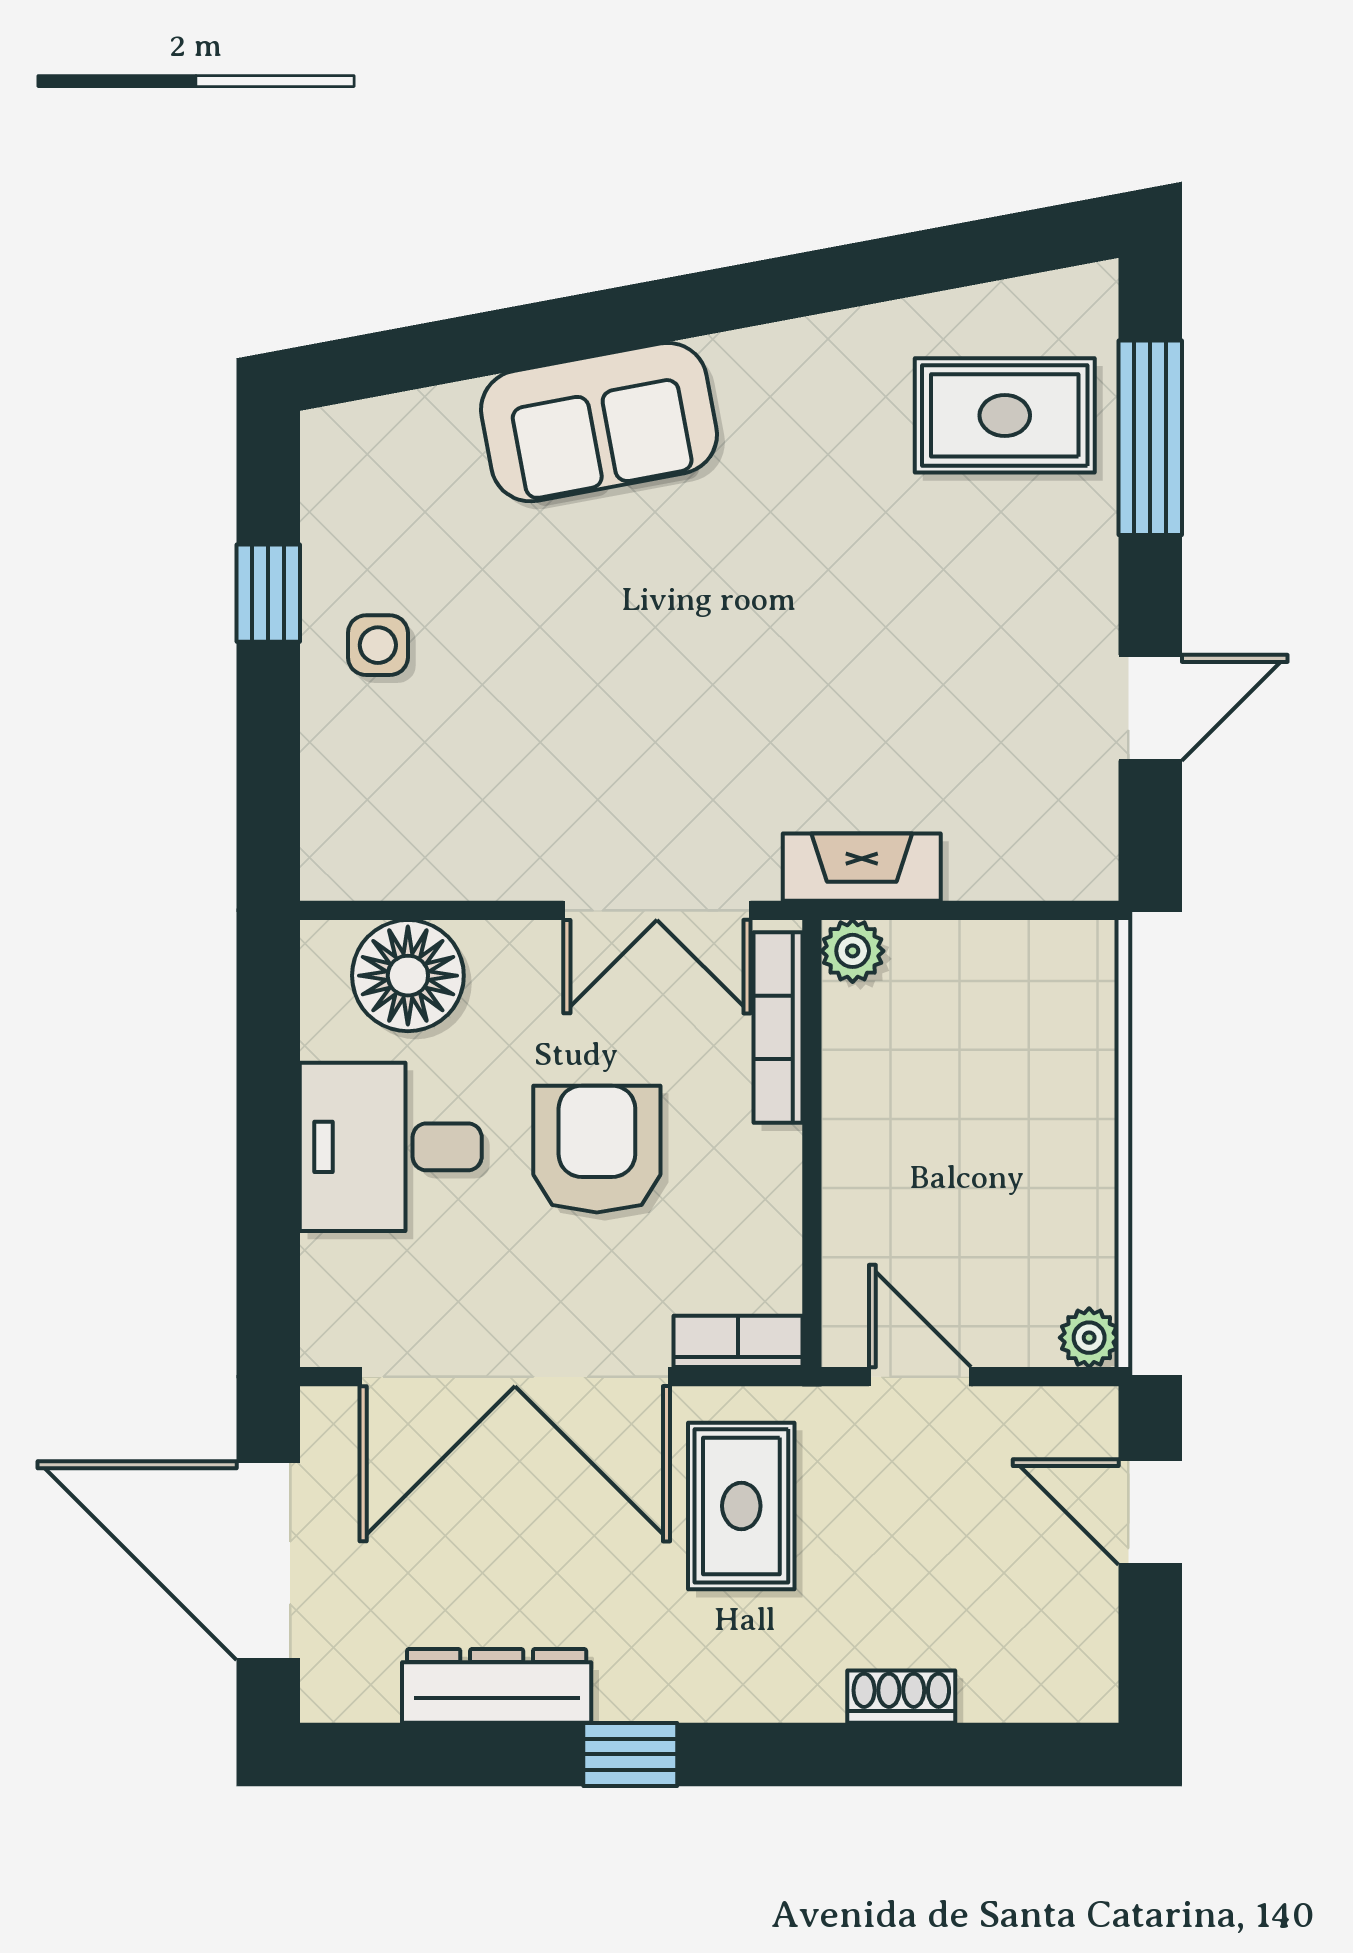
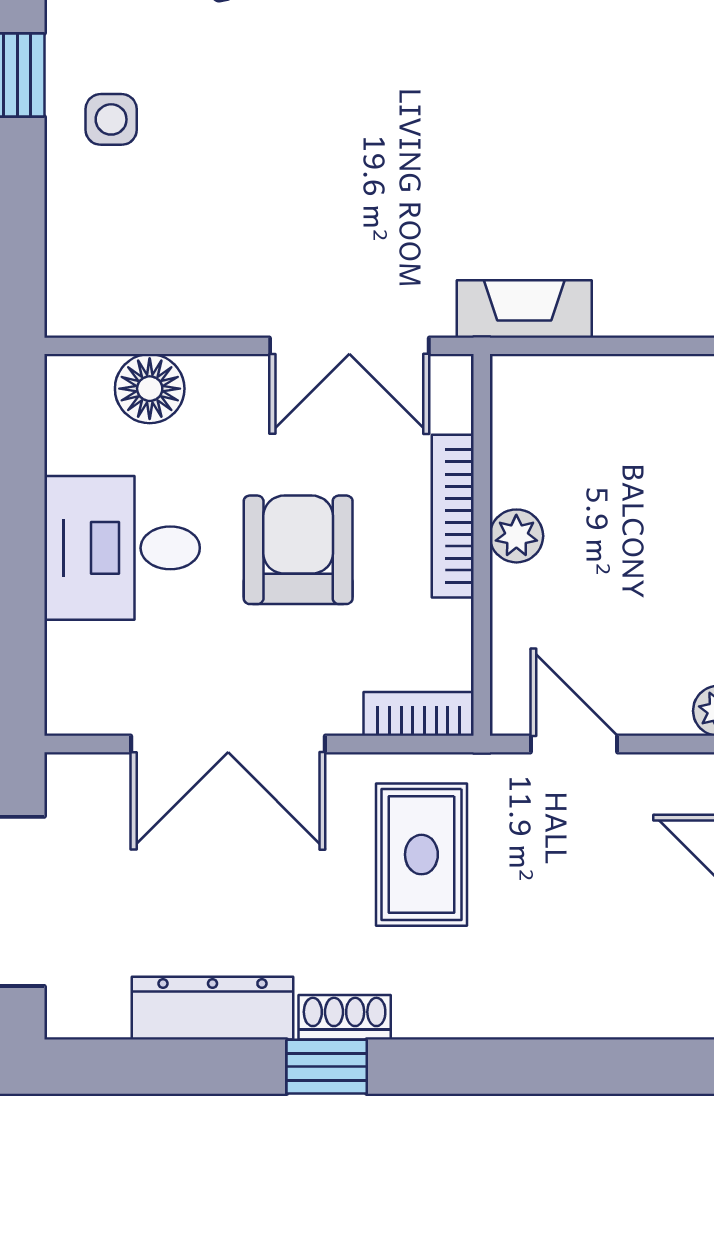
plant: (853, 951) -> (516, 536), moved
floor lamp: (408, 976) -> (150, 389), width x0.73, depth x0.73
bookcase: (778, 1028) -> (453, 516), moved
double door: (515, 1377) -> (228, 744), width x0.73
shoe rack: (901, 1697) -> (345, 1017), moved

